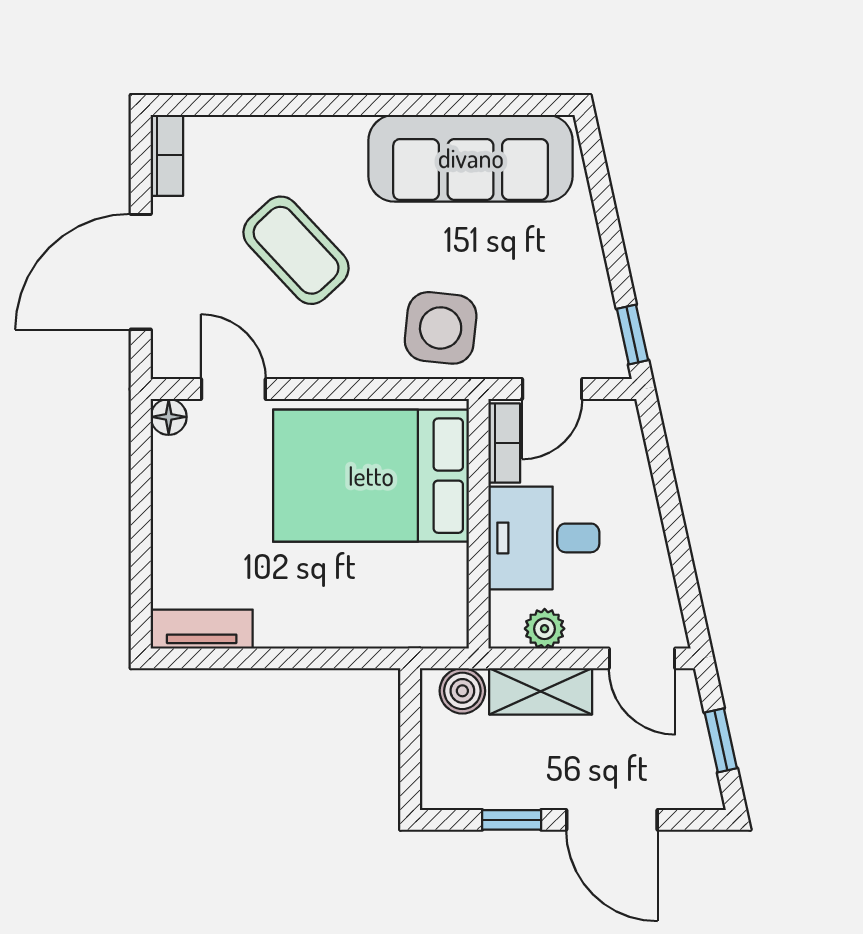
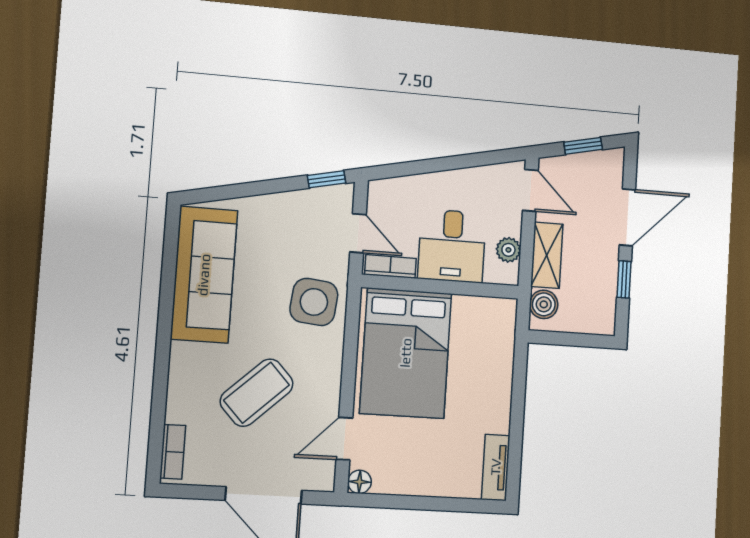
bookcase: (167, 155) -> (173, 452), moved, turned 90
door: (642, 658) -> (530, 190), hinge flipped

